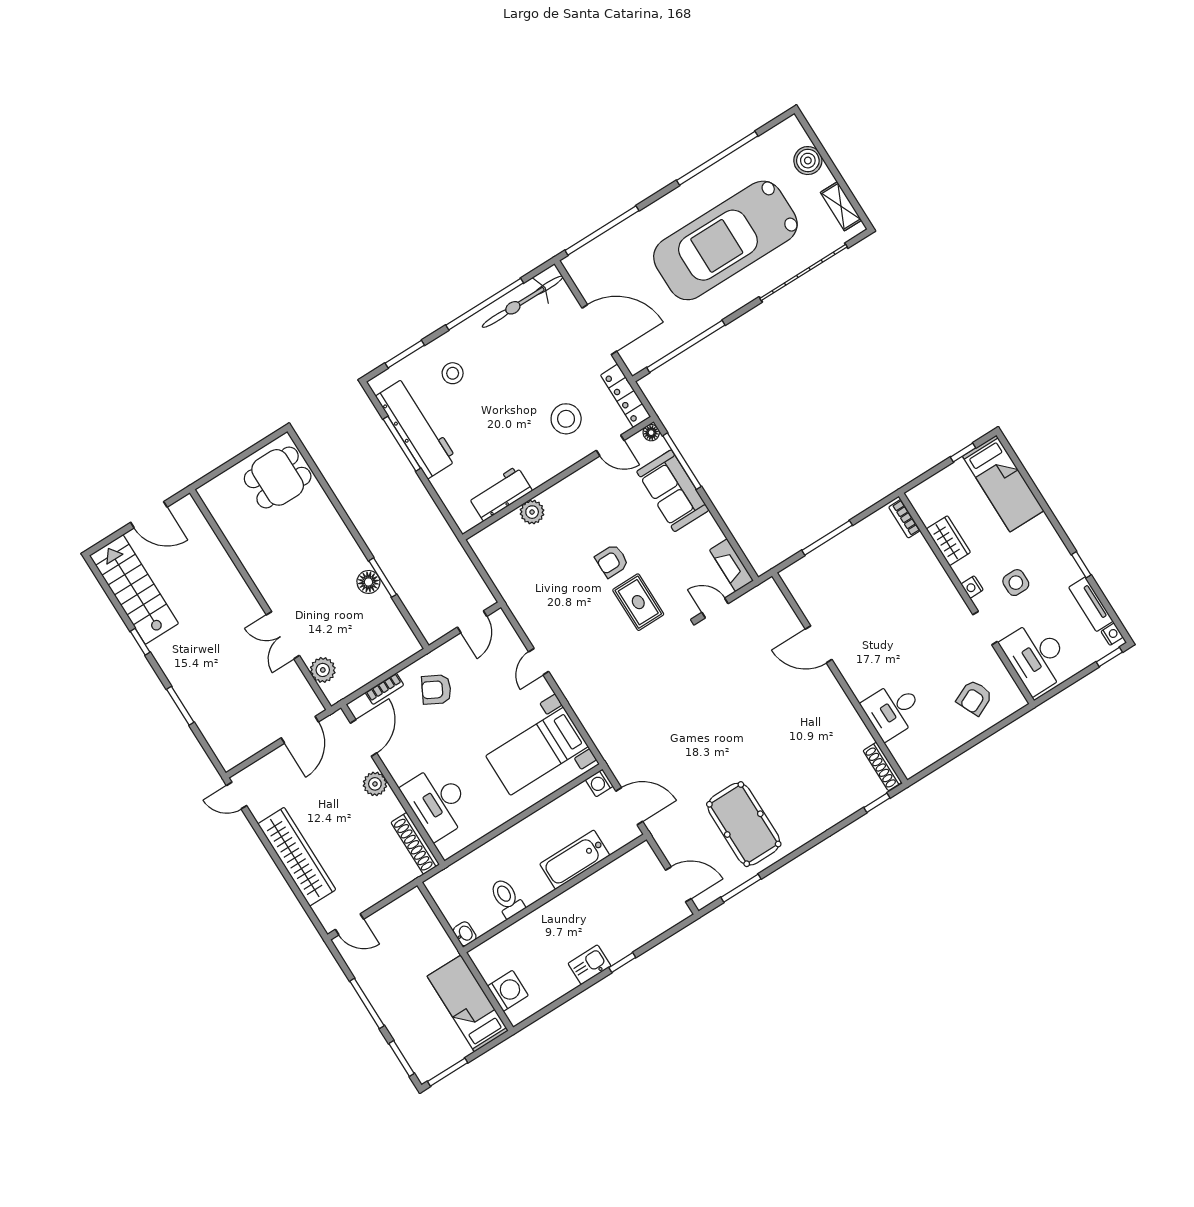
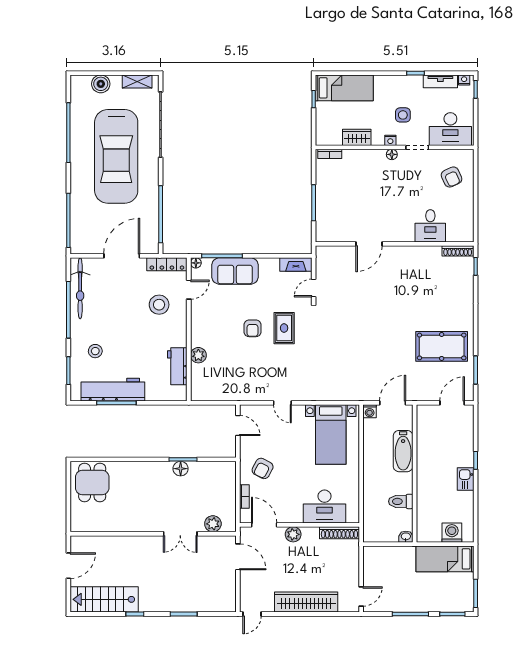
floor lamp: (955, 601) -> (392, 154), added
rug: (638, 602) -> (284, 328), turned 90

